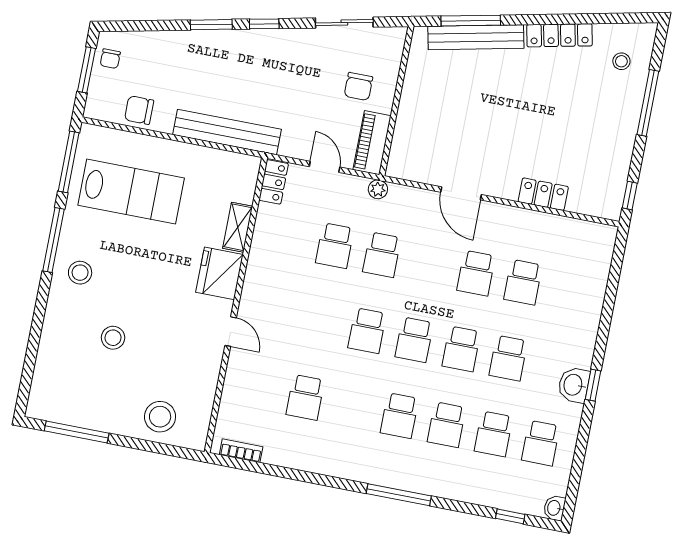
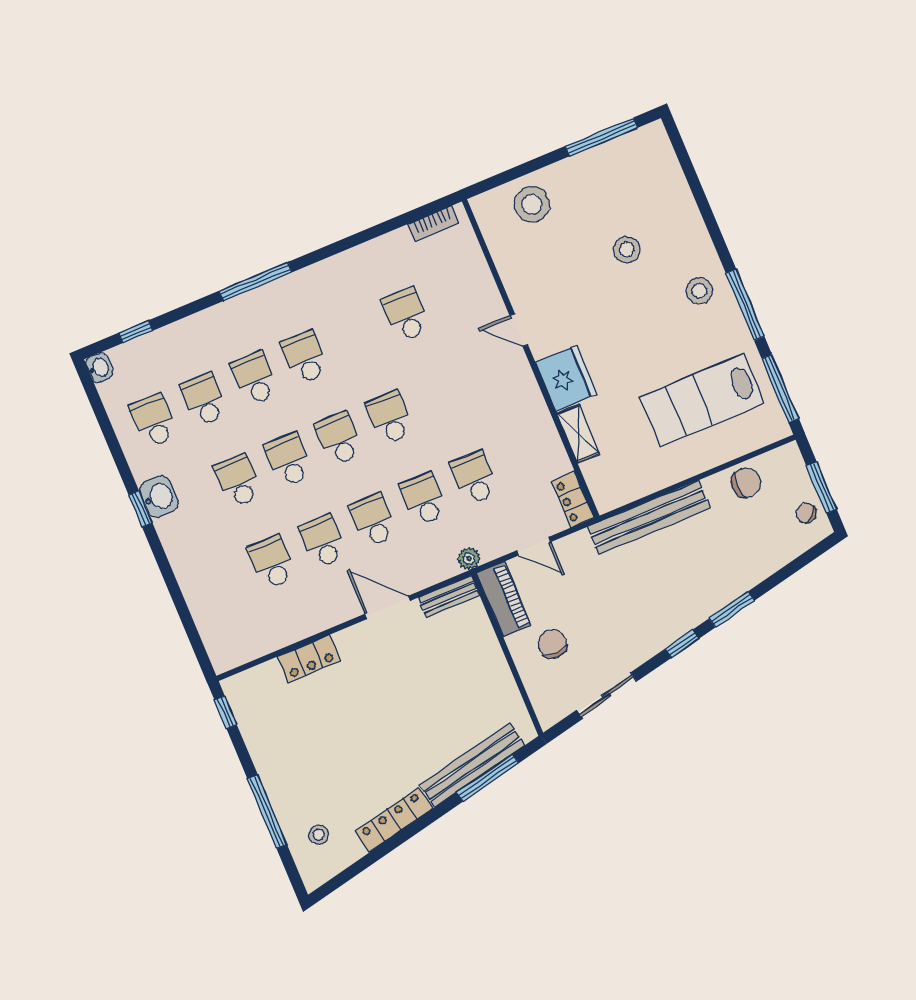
chair: (110, 59) -> (806, 513), turned -41
bench: (411, 171) -> (449, 597), added
school desk: (429, 264) -> (373, 520), added

